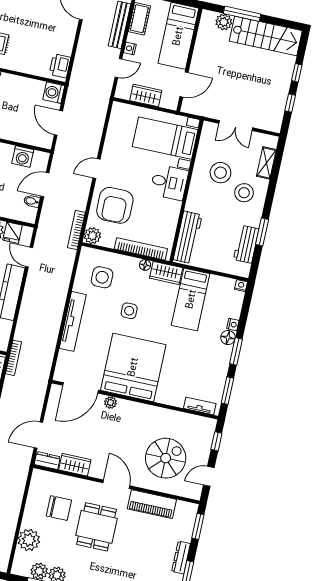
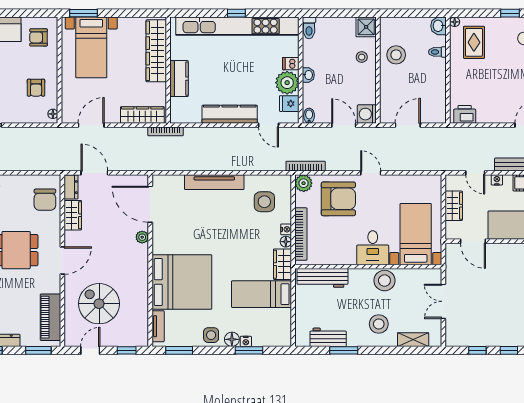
washing machine: (54, 93) -> (437, 114), removed
washing machine: (23, 156) -> (367, 114), moved
stool: (220, 173) -> (384, 281), moved
bidet: (32, 201) -> (309, 116), moved
armchair: (115, 205) -> (338, 199), turned 180
door: (29, 257) -> (269, 125), swing flipped
nightstand: (241, 286) -> (286, 229), moved
side table: (129, 311) -> (211, 335), moved
window: (236, 351) -> (249, 350), moved
bed: (133, 367) -> (182, 282), moved
spiral stairs: (166, 458) -> (99, 304), turned 180
door: (209, 476) -> (90, 350), hinge flipped
piano: (152, 504) -> (51, 317), moved
chair: (59, 508) -> (45, 200), moved

